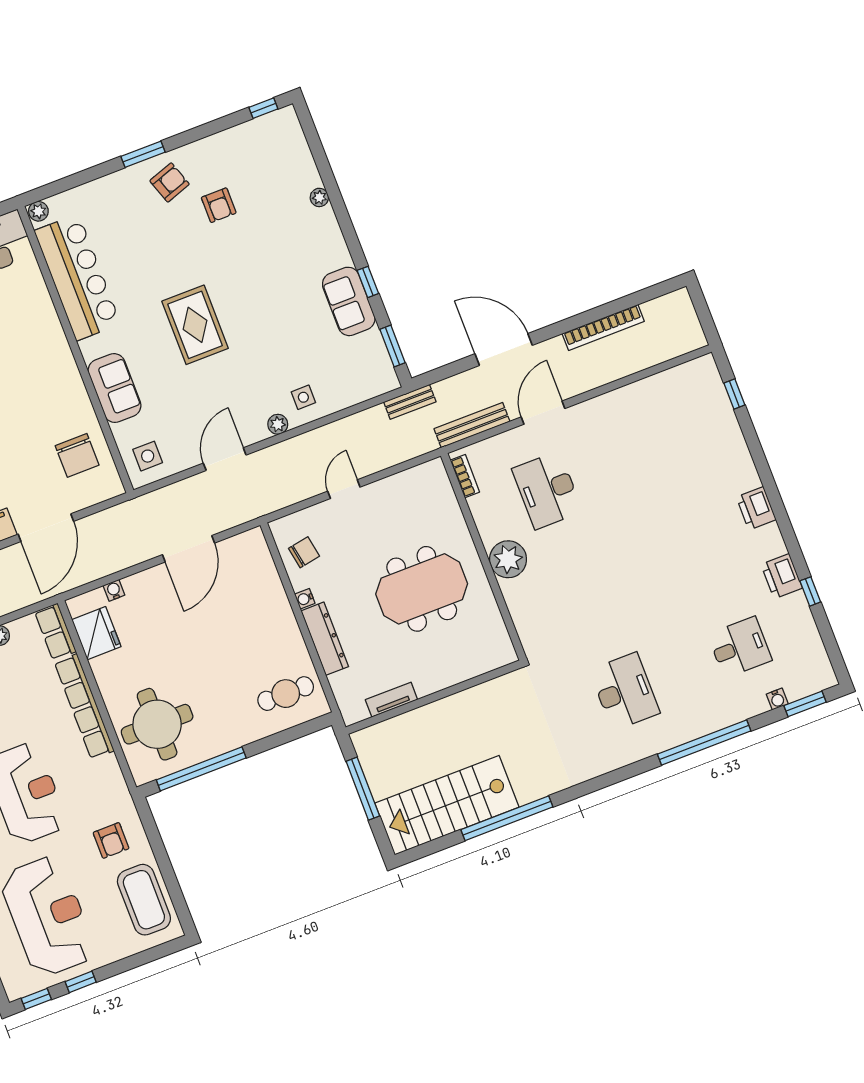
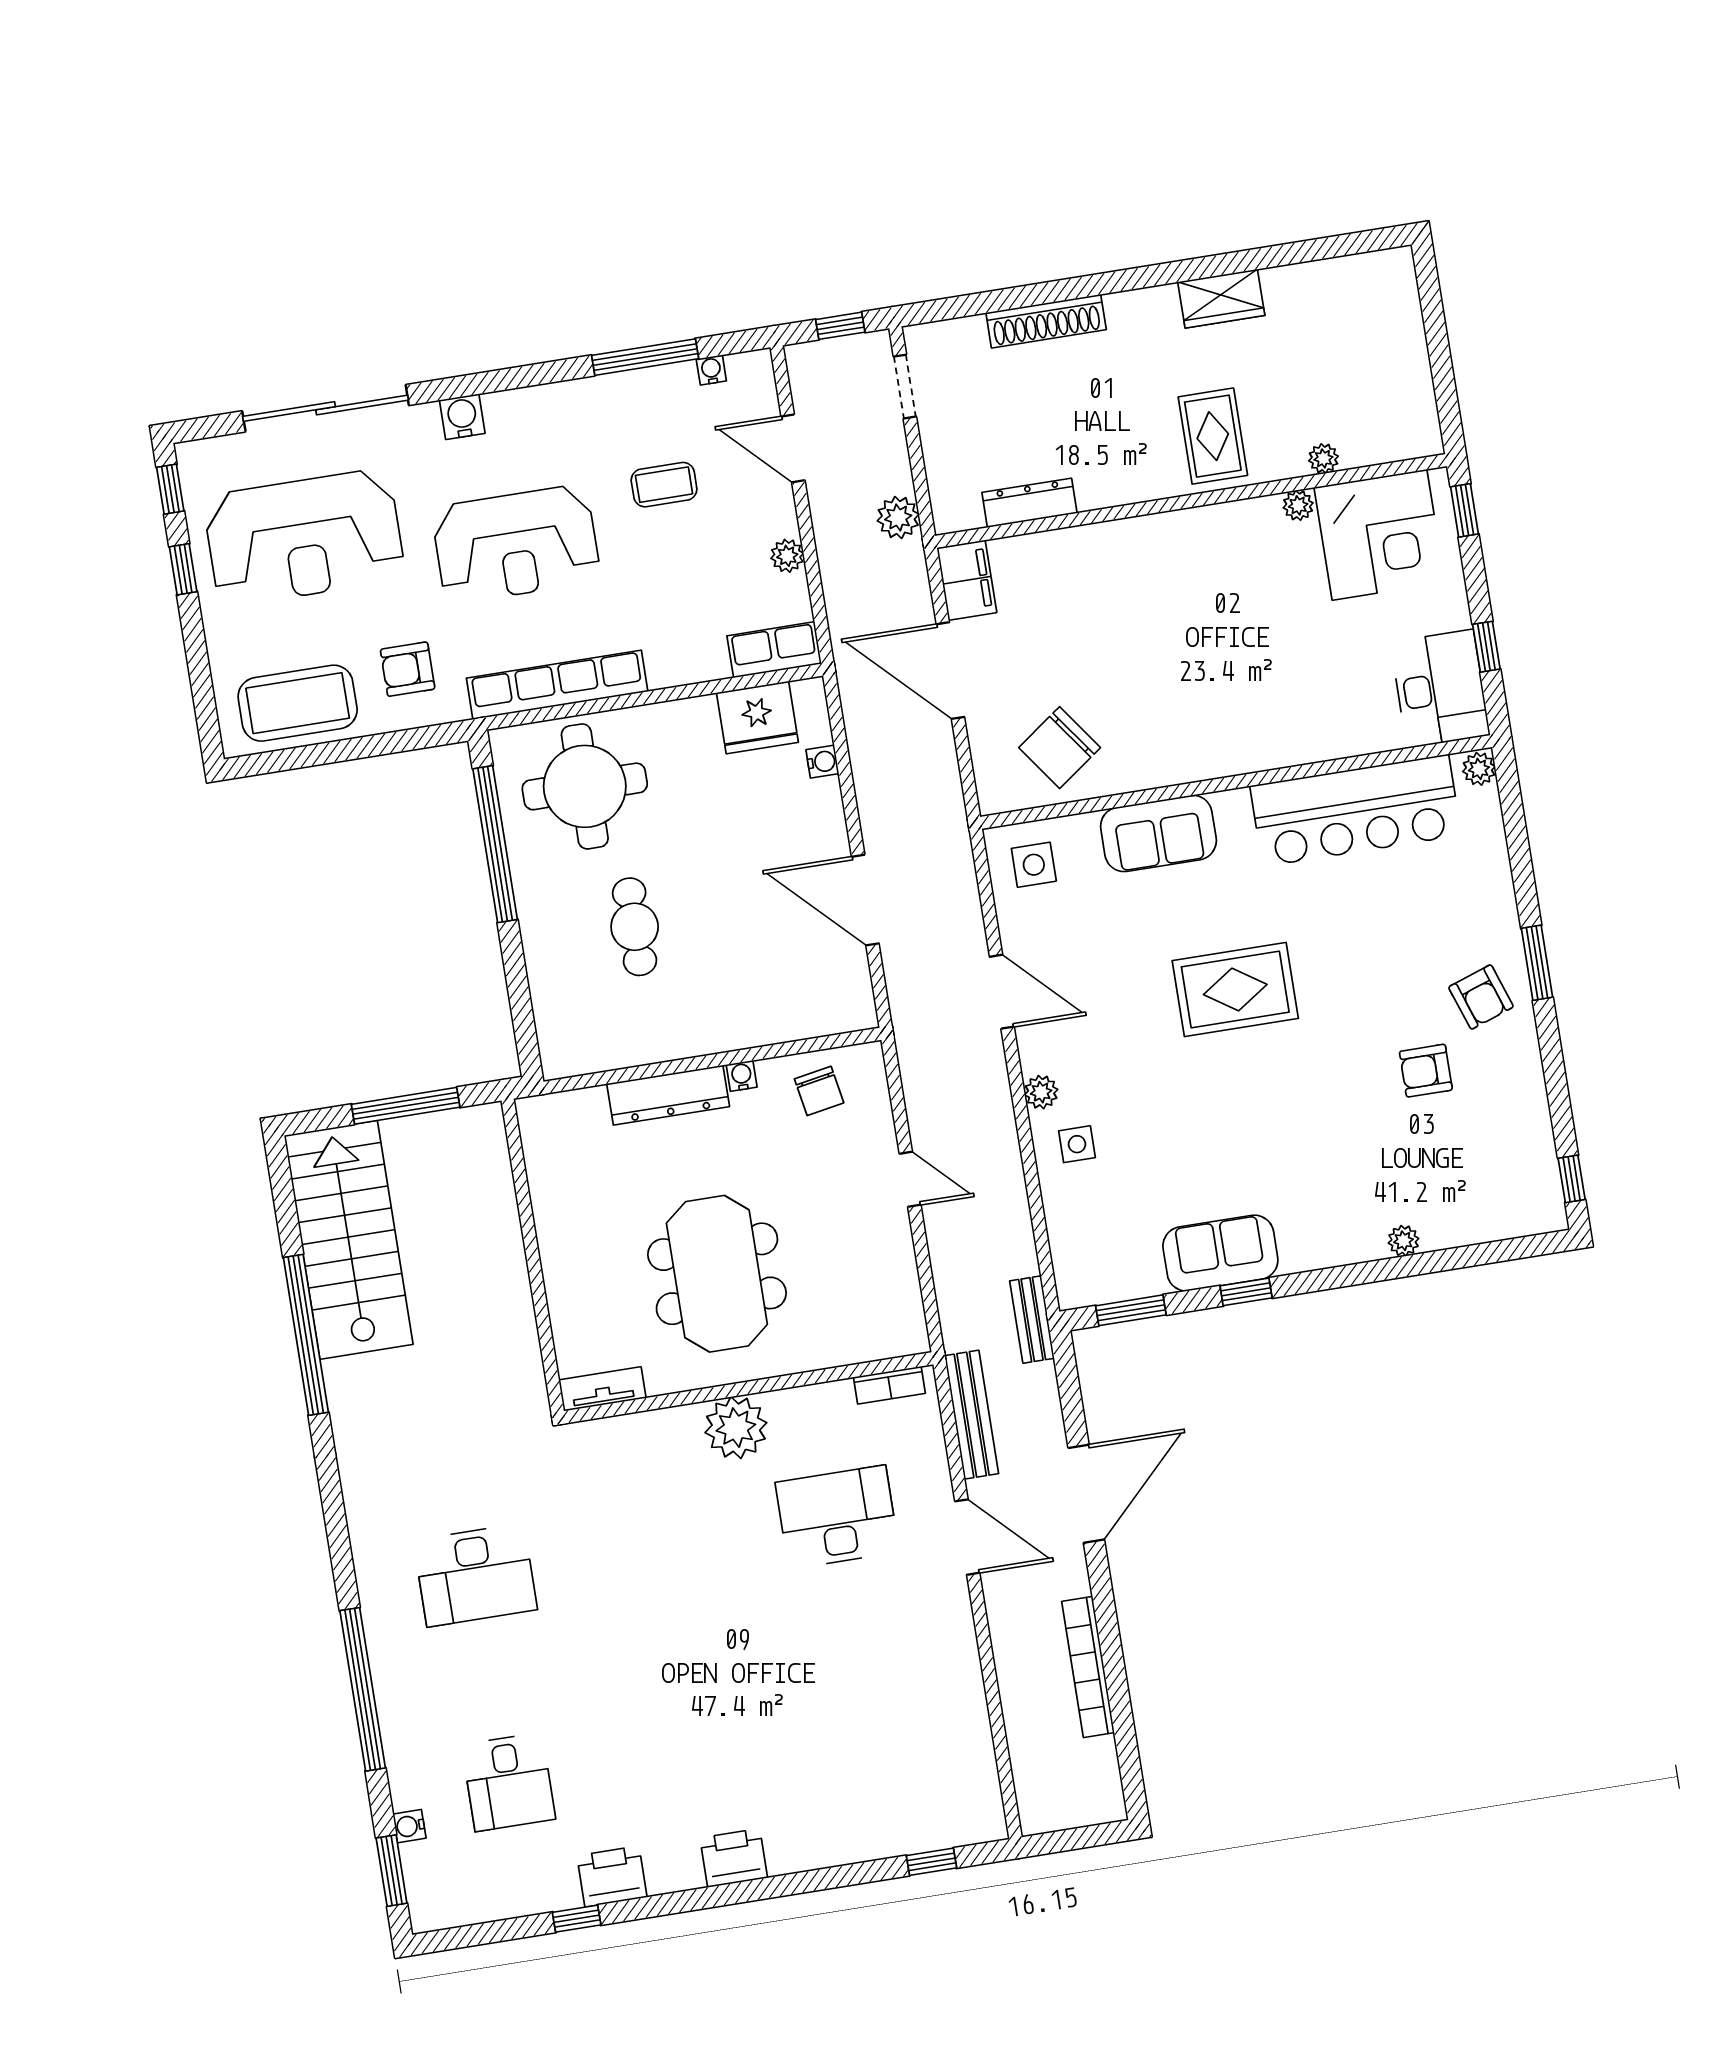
chair: (77, 455) -> (1060, 748), turned -36
cafe table: (286, 694) -> (635, 927), moved
tv unit: (391, 700) -> (602, 1389), moved, turned -90
row of seats: (84, 707) -> (557, 685), moved

